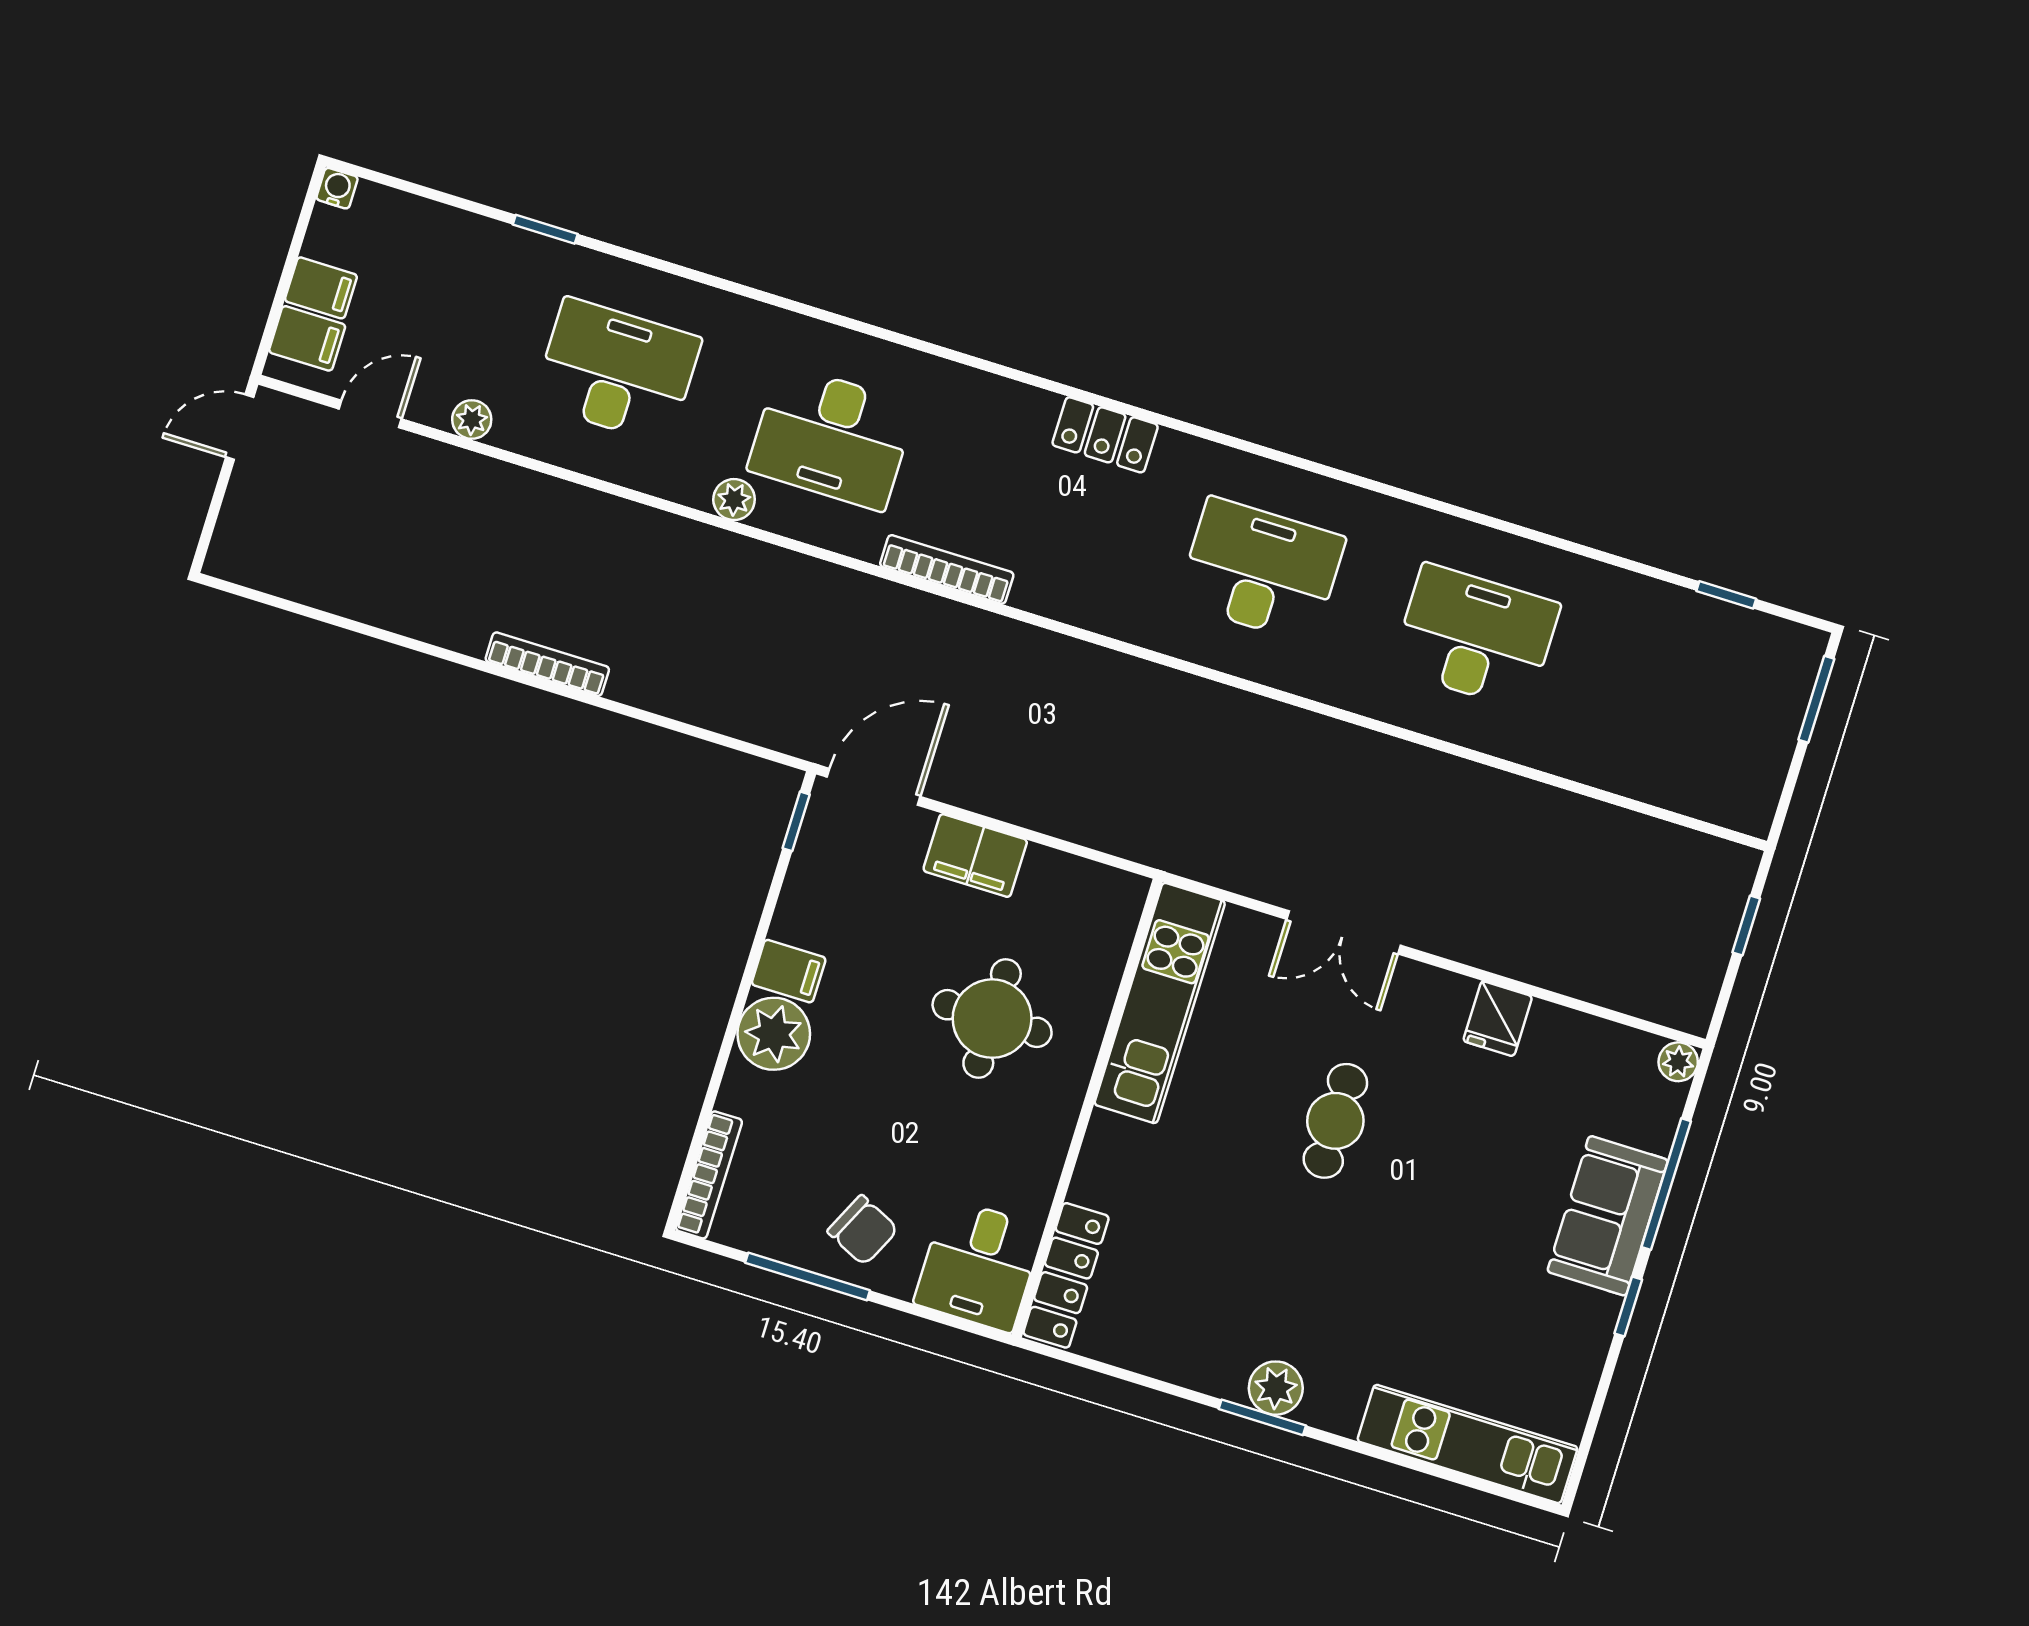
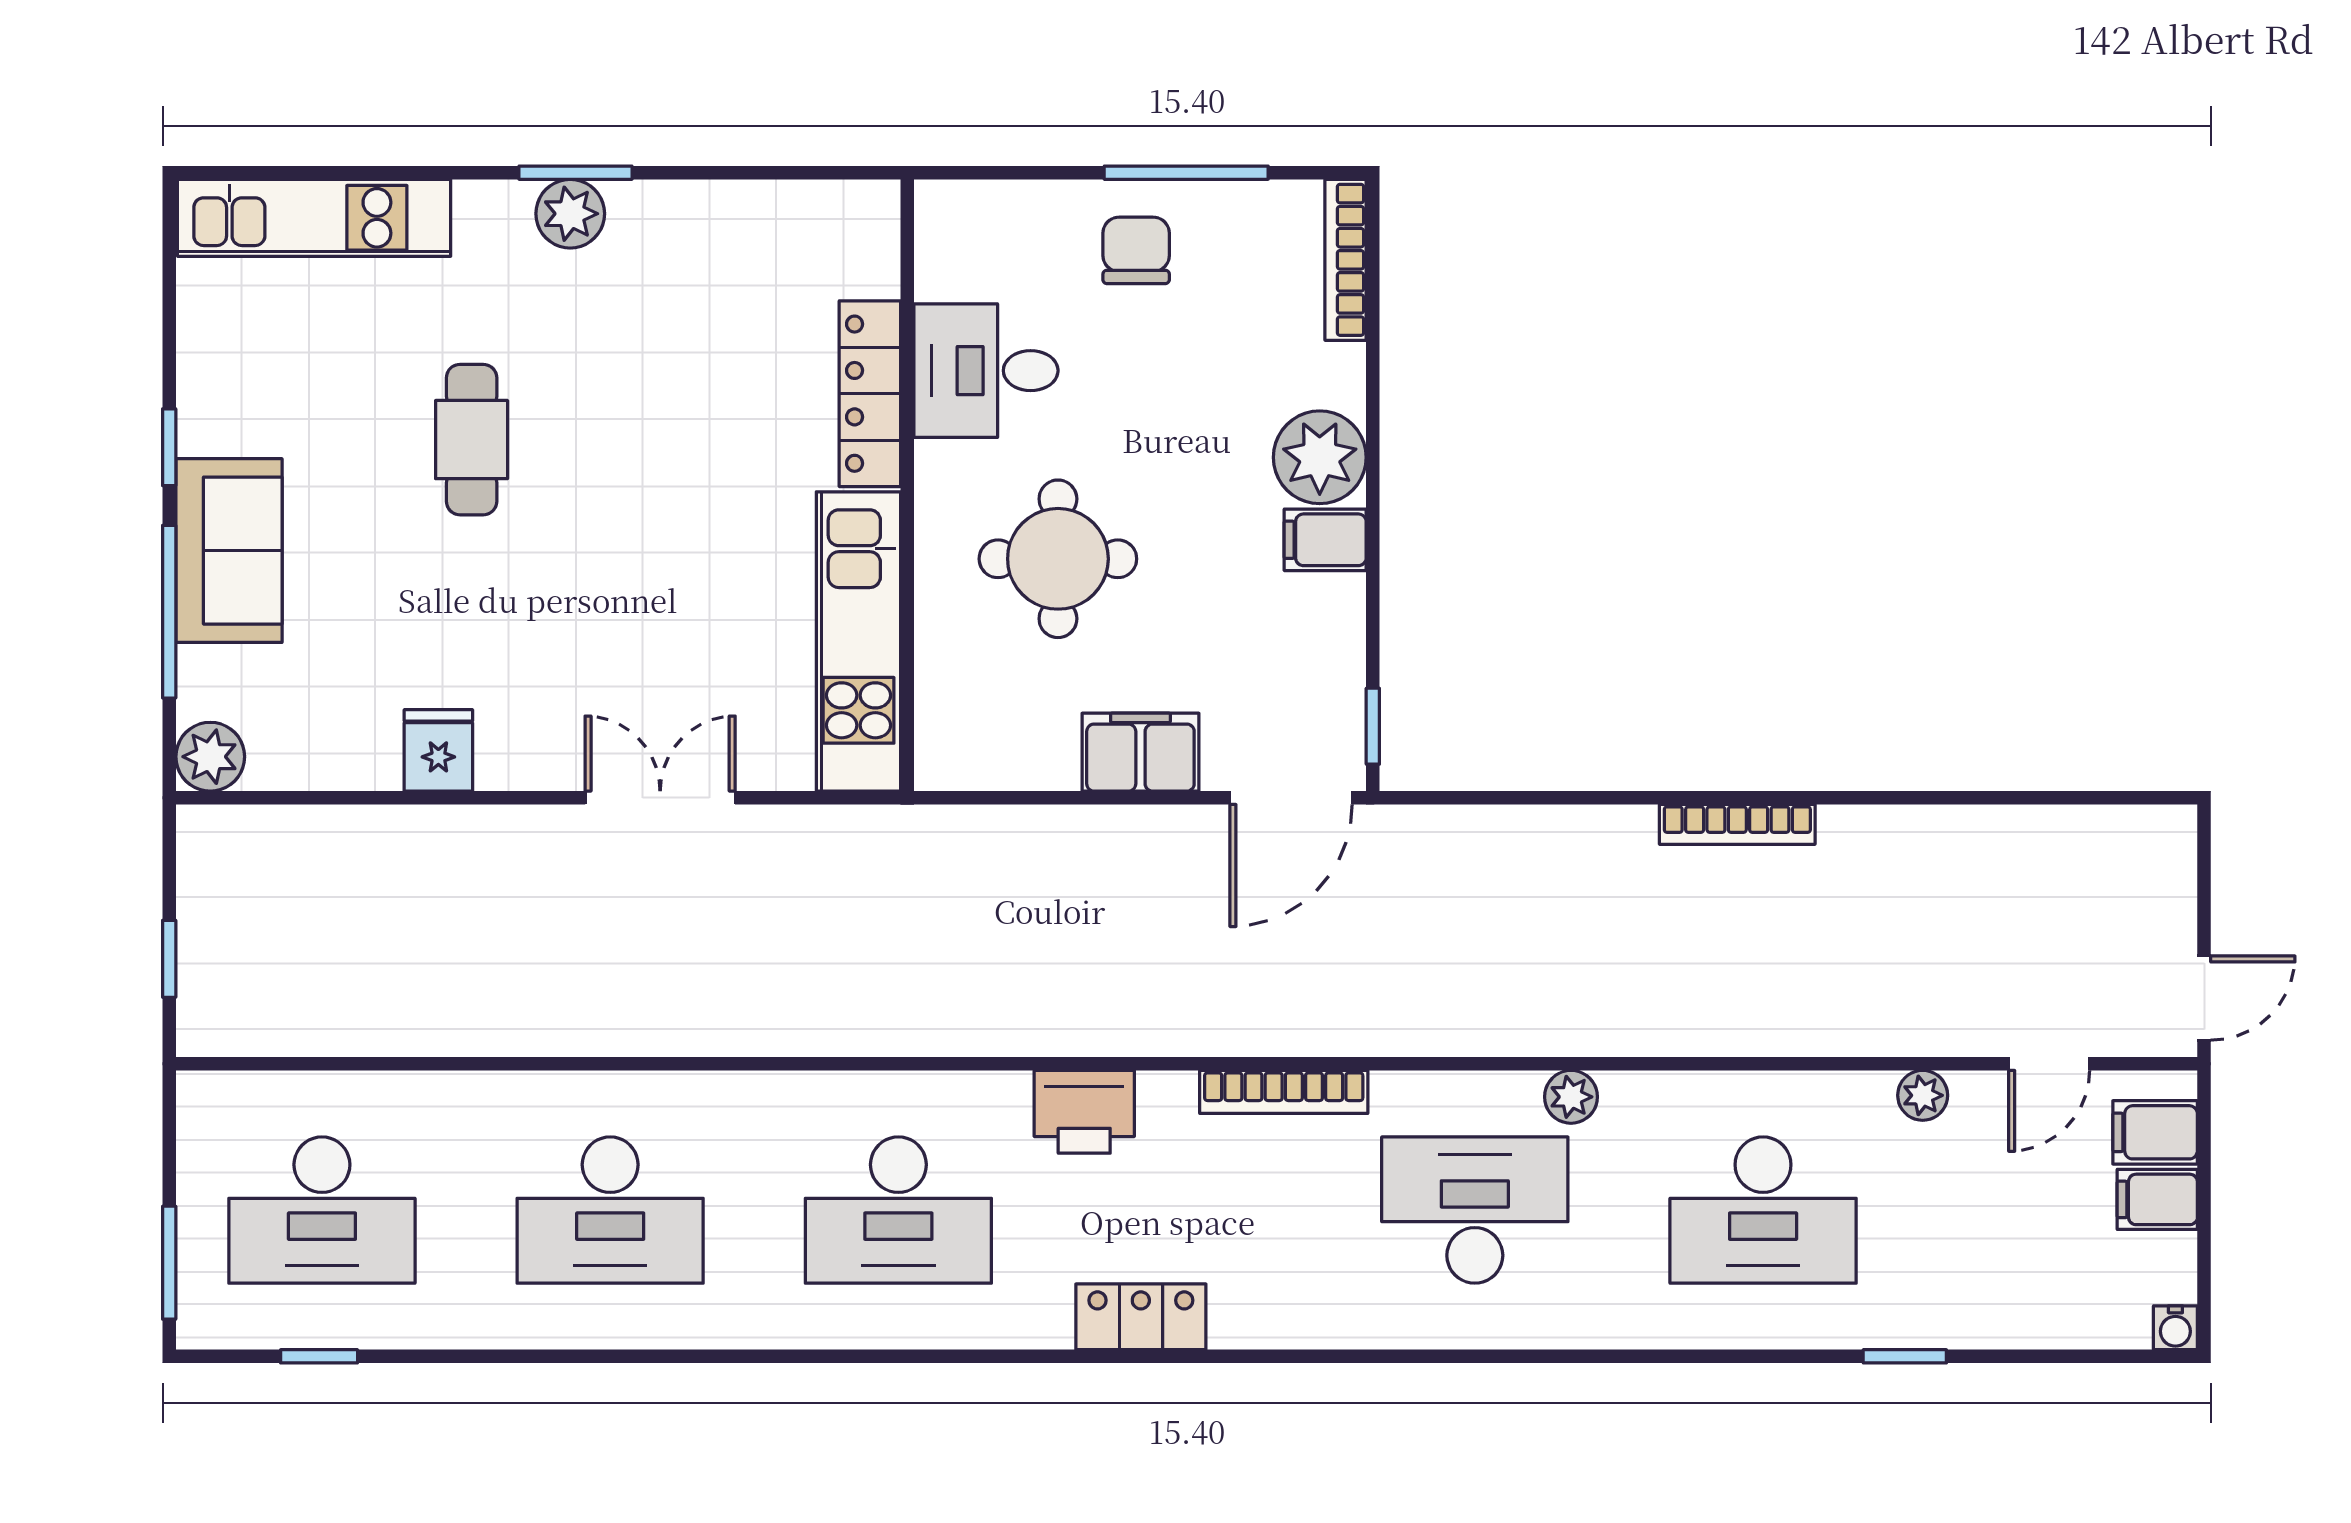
printer: (1100, 601) -> (1084, 1112), added
desk: (1690, 703) -> (322, 1210), added
plant: (1678, 1062) -> (210, 757), width x1.38, depth x1.38
cafe table: (1335, 1121) -> (472, 440), moved
chair: (863, 1230) -> (1136, 250), turned 64
desk: (979, 1265) -> (986, 371), moved, turned -90
locker: (1066, 1275) -> (870, 394), moved

